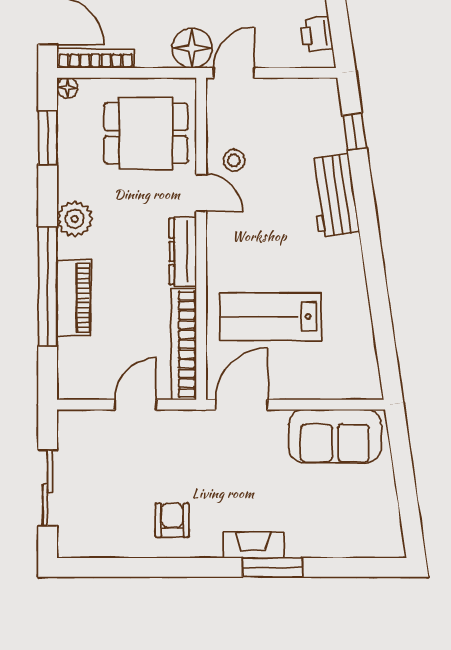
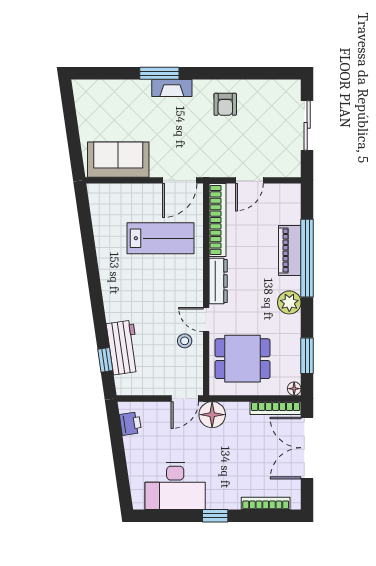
workbench: (334, 195) -> (123, 348), moved

